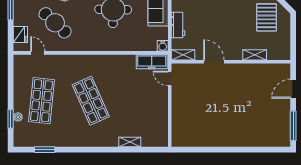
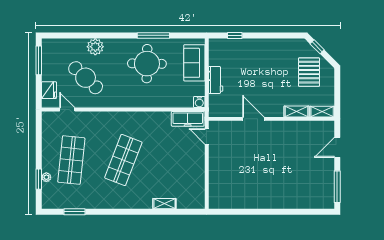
shelving: (183, 55) -> (322, 112), moved
shop shelf: (91, 101) -> (123, 160), turned 45

